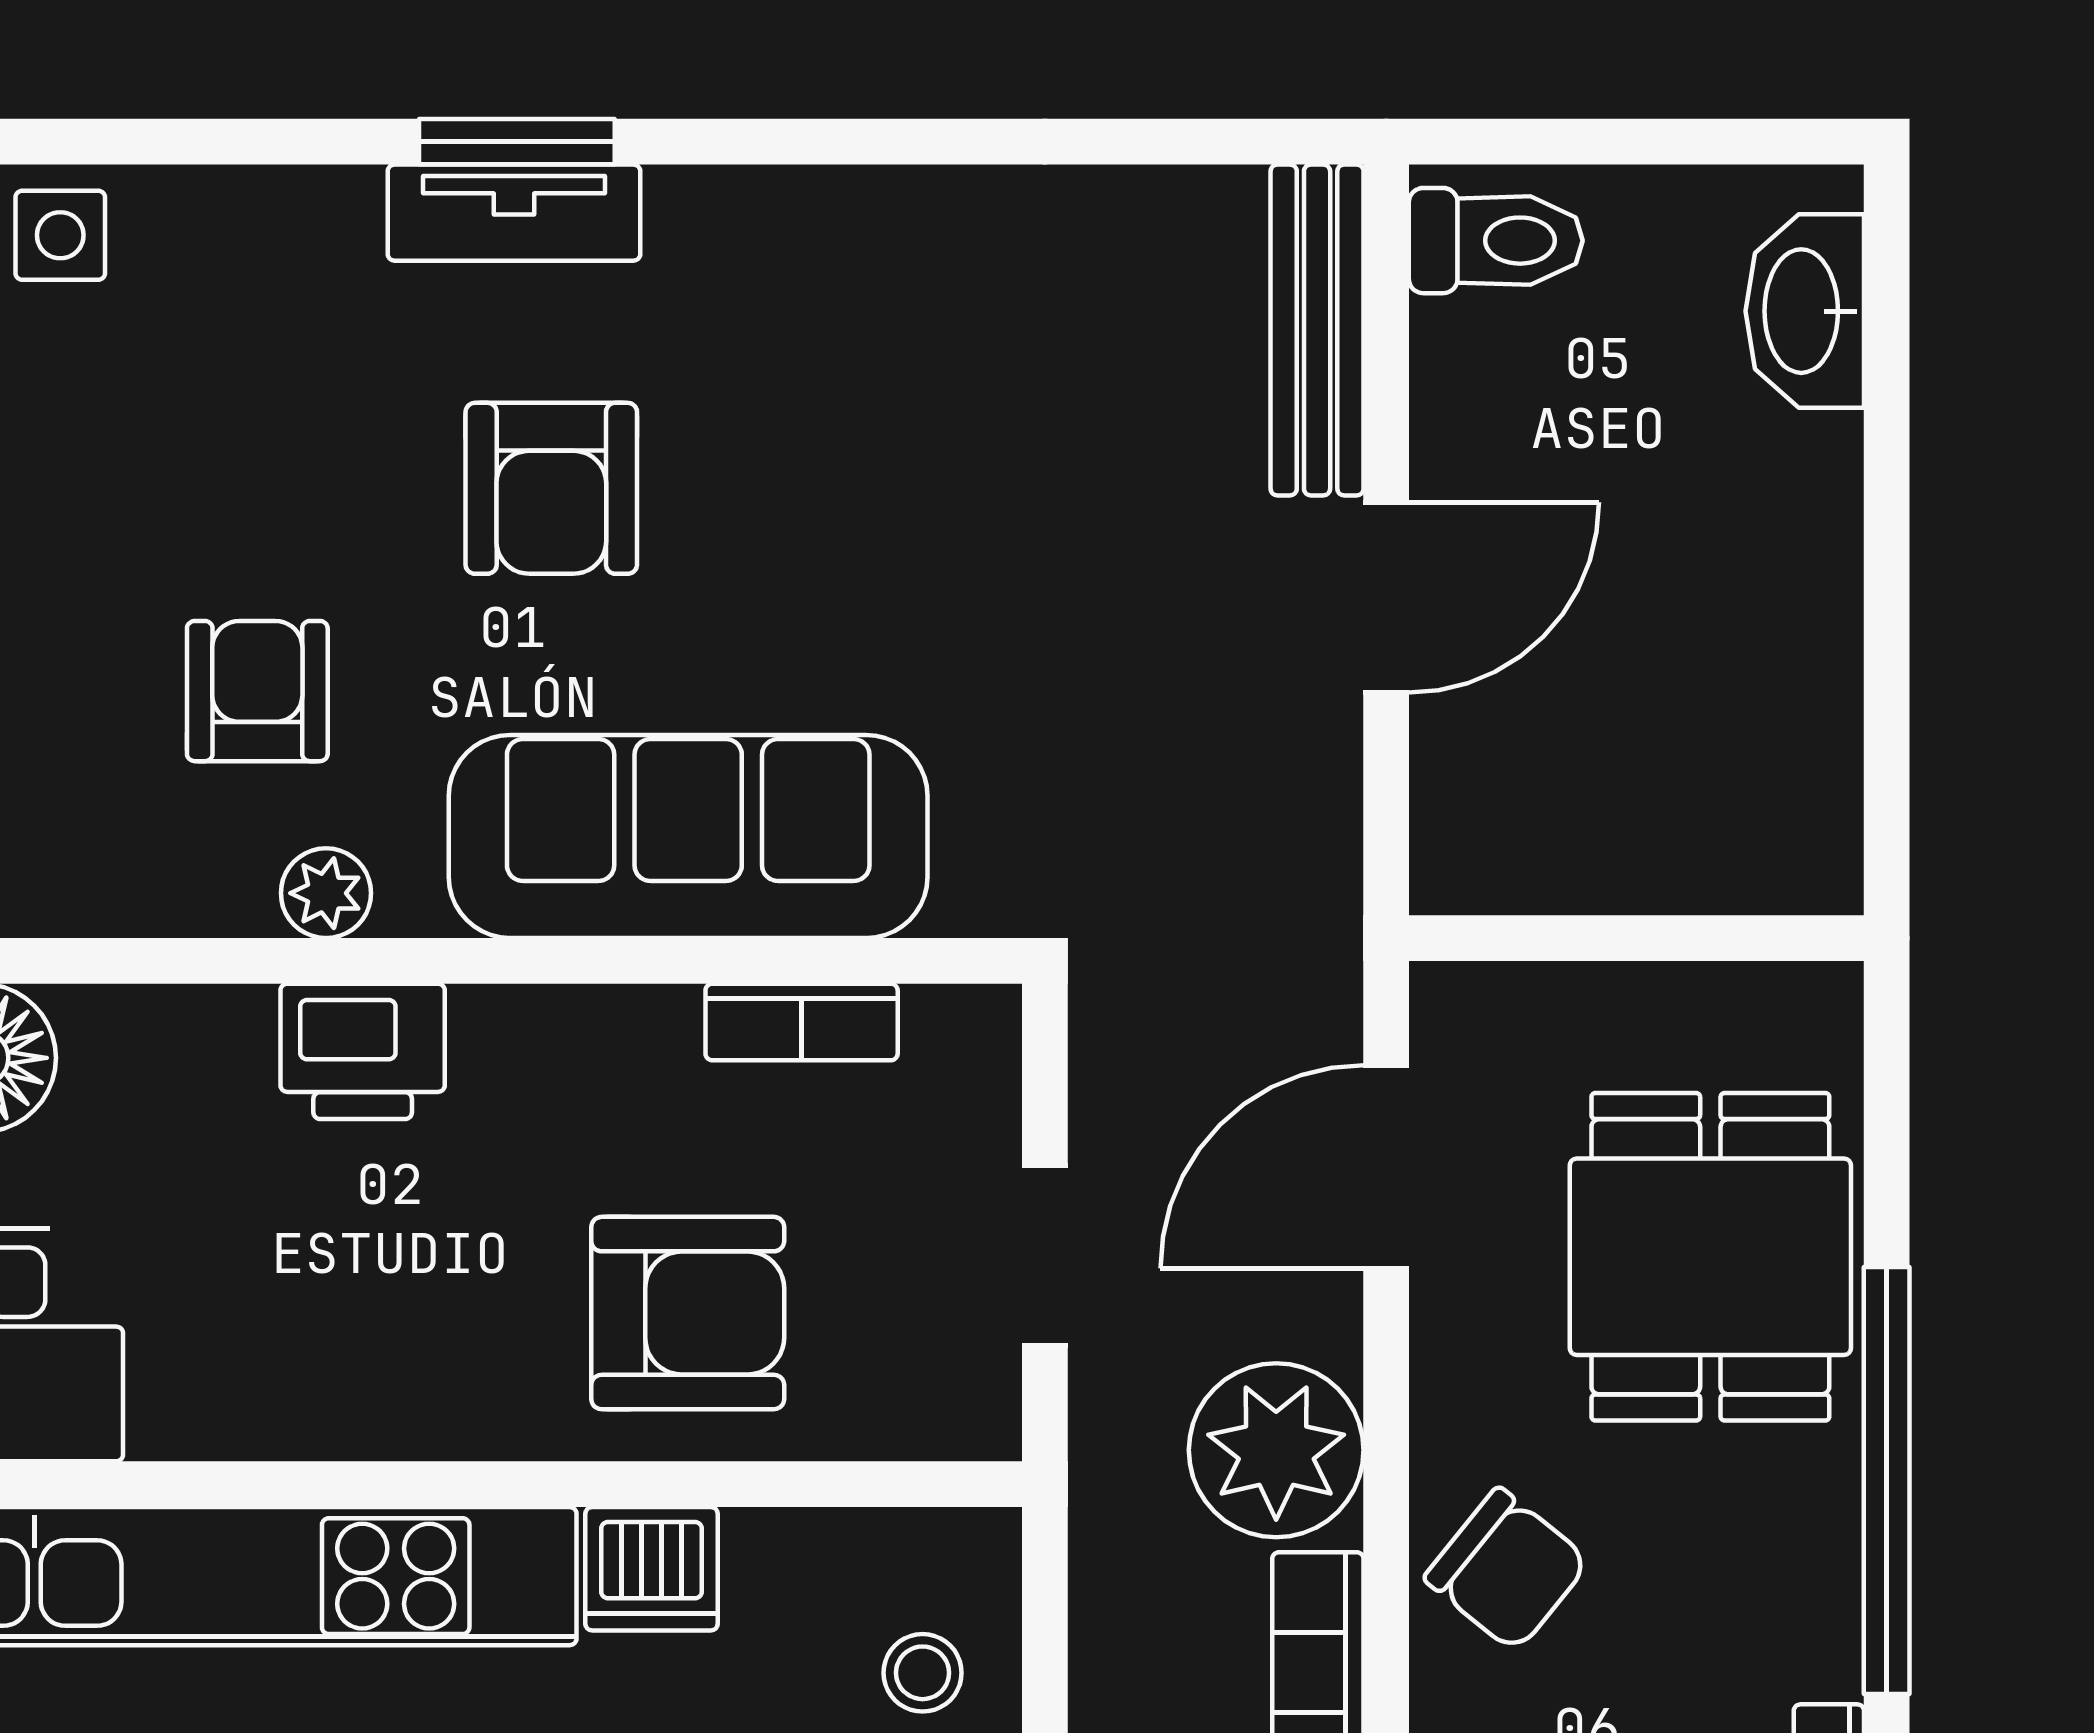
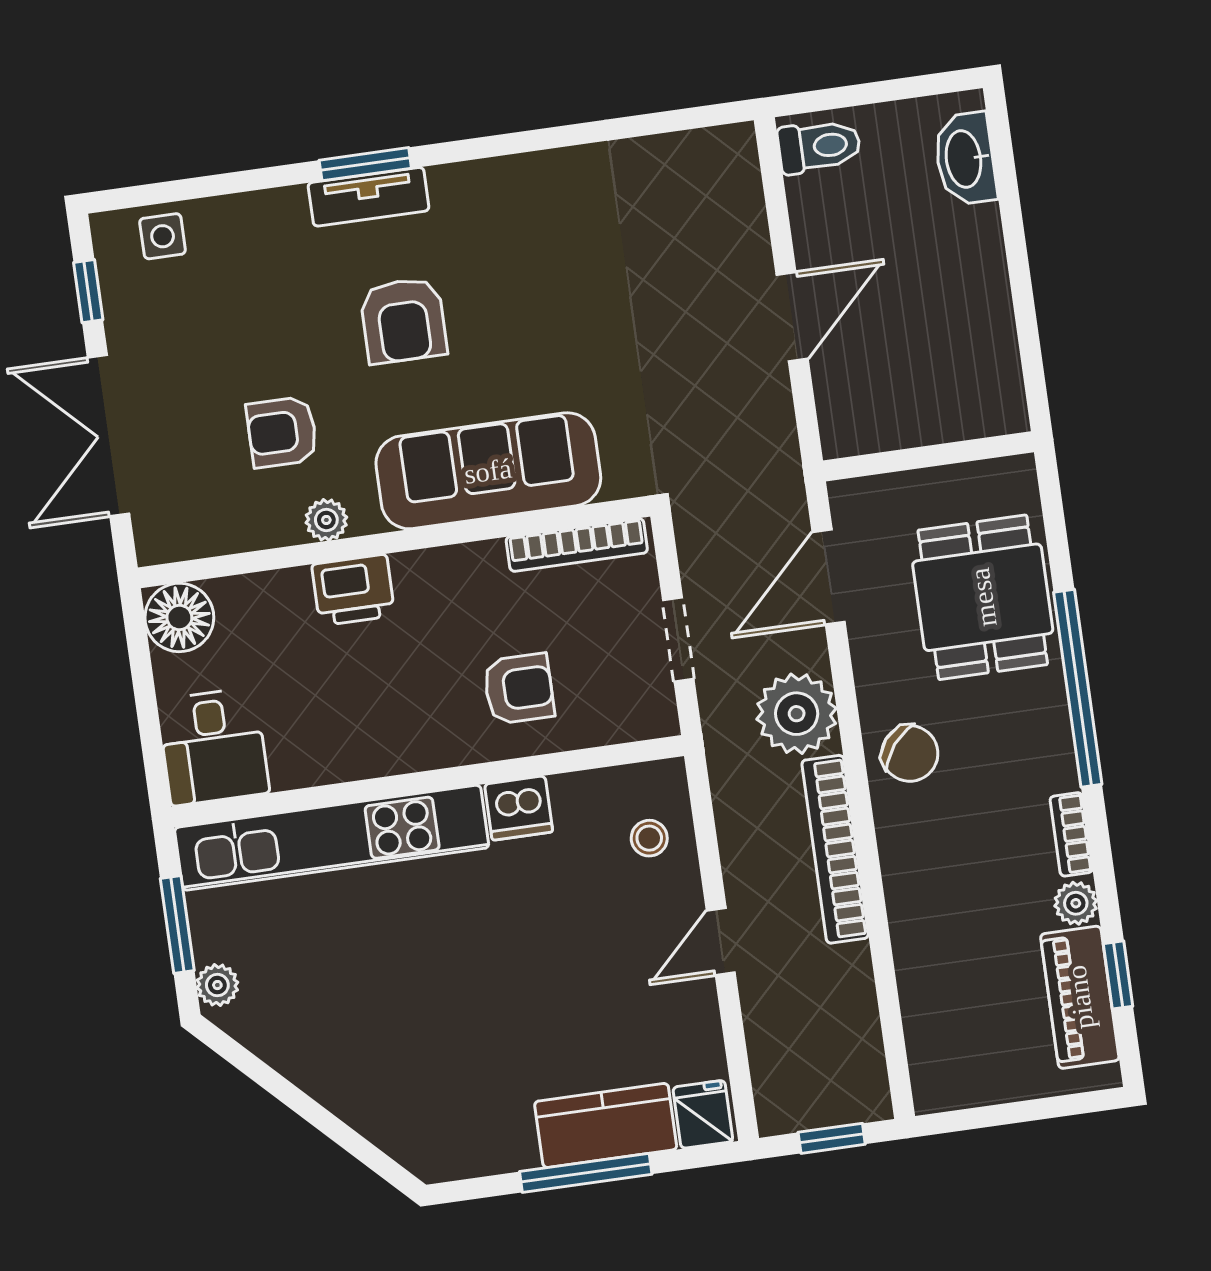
bench: (1317, 330) -> (743, 199), removed
armchair: (257, 691) -> (282, 432), turned -90
bookcase: (802, 1022) -> (577, 545), width x1.56
armchair: (688, 1313) -> (519, 689), width x0.72, depth x0.72

